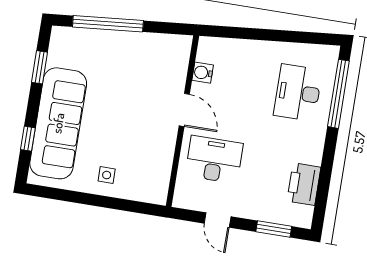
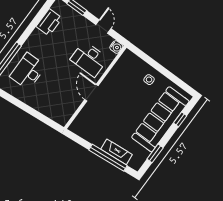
fireplace: (100, 39) -> (117, 152), added
water cooler: (203, 73) -> (116, 47), moved
desk: (298, 93) -> (28, 71), turned 180

